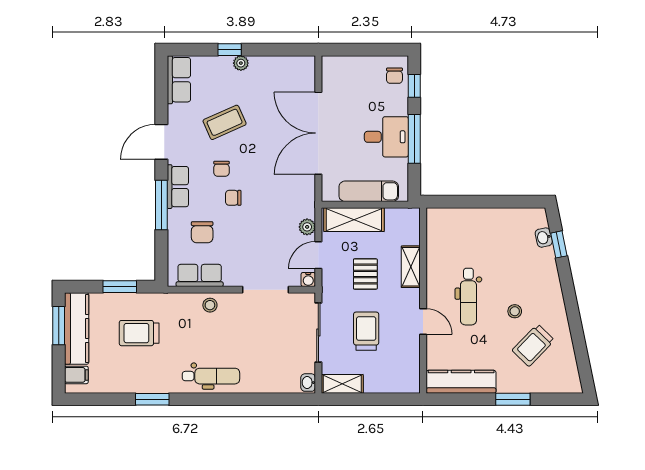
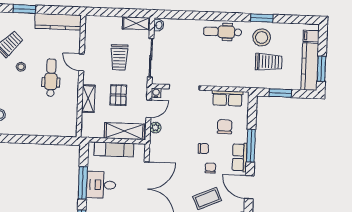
door: (161, 142) -> (249, 187), swing flipped
stool: (210, 305) -> (262, 37), moved, width x1.89, depth x1.89

